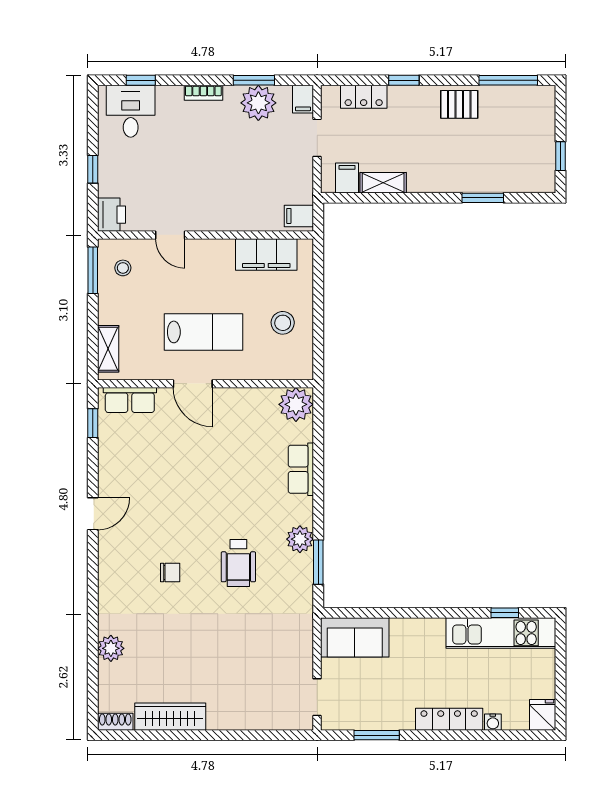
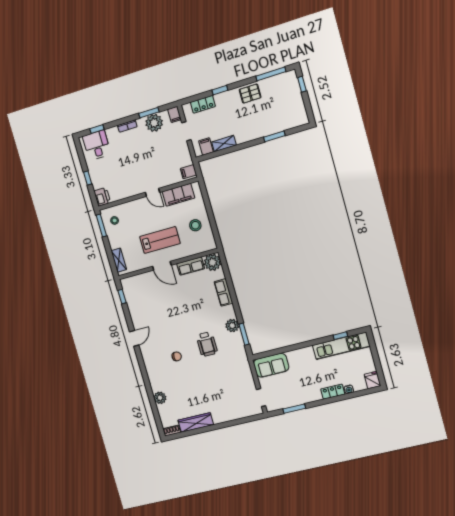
window: (560, 156) -> (302, 84), moved
door: (170, 235) -> (153, 192), moved
row of seats: (130, 400) -> (191, 266), moved
locker: (449, 719) -> (333, 392), width x0.66

